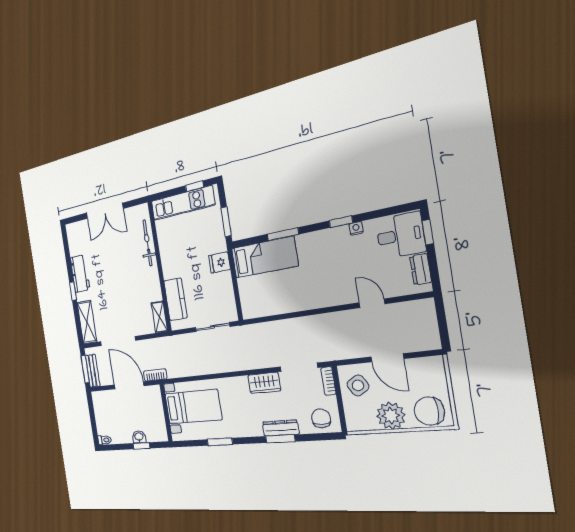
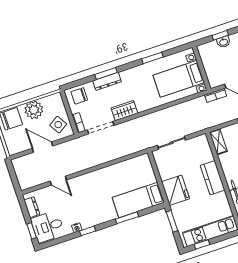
fridge: (219, 263) -> (176, 190), width x1.88, depth x1.34
kitchen counter: (176, 299) -> (213, 178), moved
chair: (321, 418) -> (79, 96), turned 90

